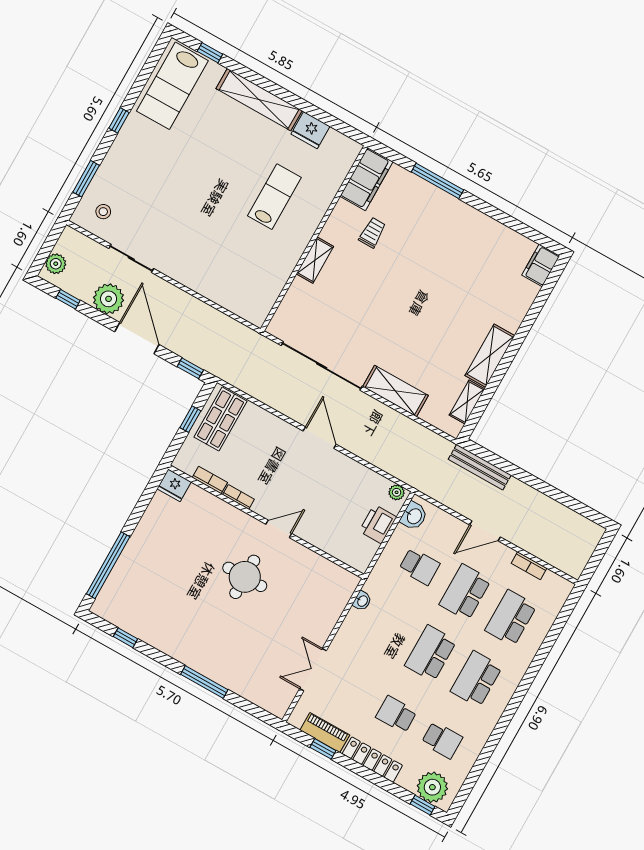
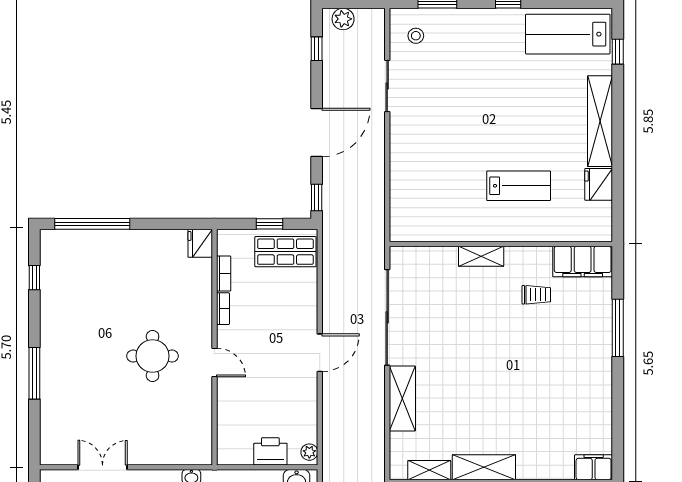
plant: (109, 299) -> (338, 86), removed

